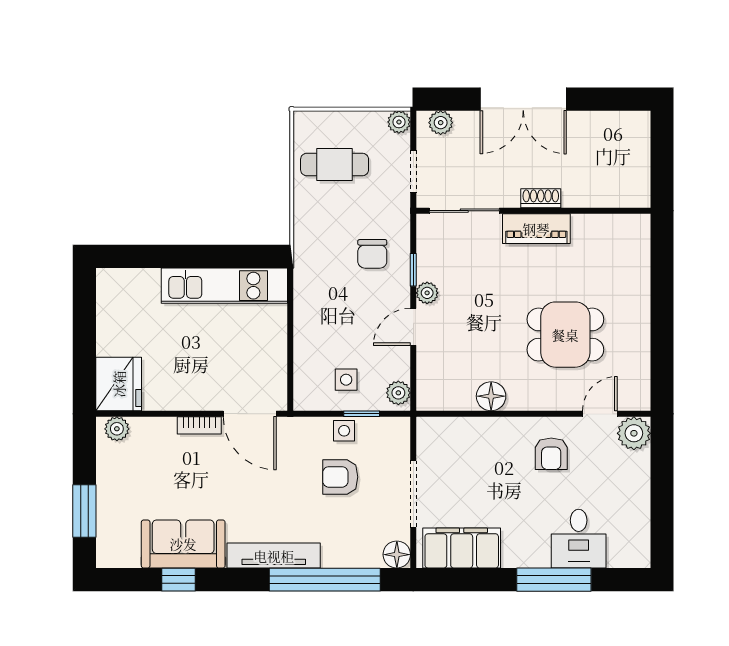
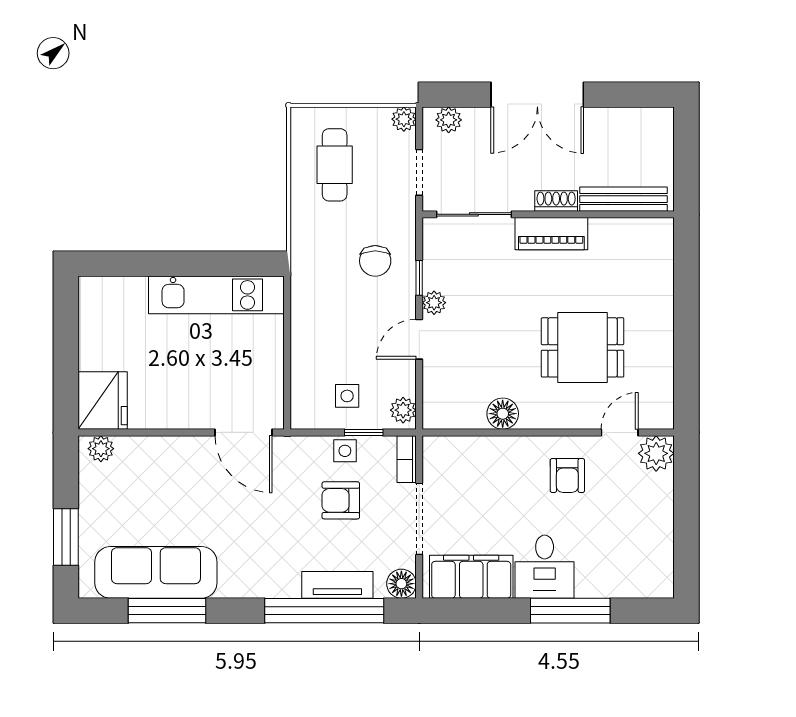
cafe table: (335, 164) -> (335, 165), turned 90
bench: (604, 196) -> (624, 199), added
bookcase: (199, 425) -> (407, 459), moved, turned 90
desk: (579, 539) -> (545, 567), moved
sofa: (183, 544) -> (156, 572), width x1.36
tv unit: (274, 556) -> (337, 585), moved, width x0.71
window: (179, 580) -> (167, 611), width x2.17

